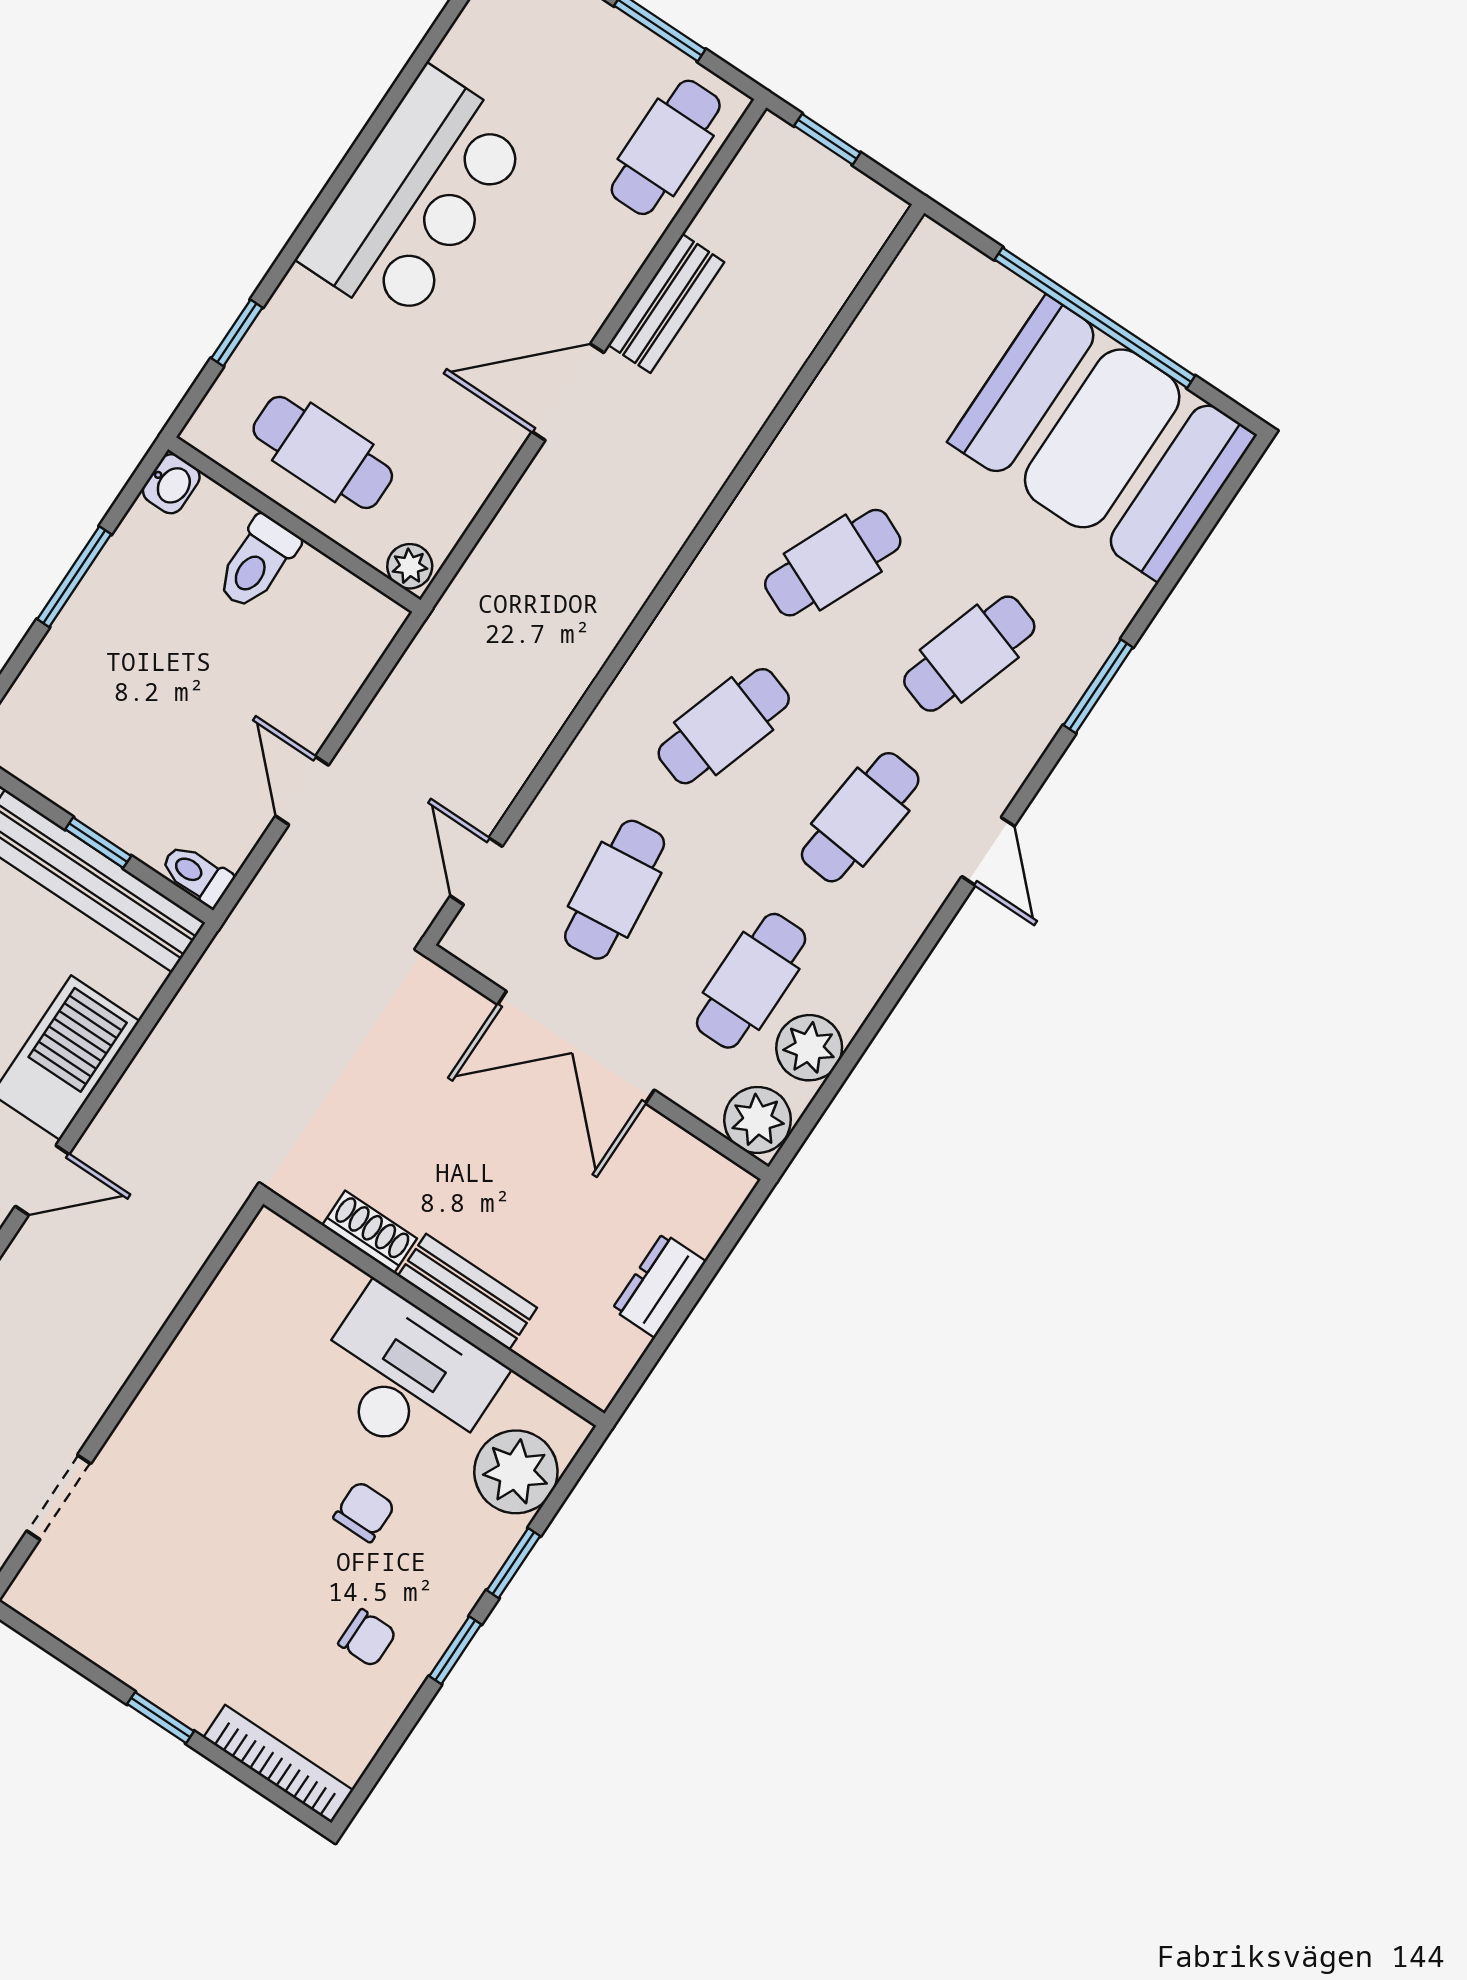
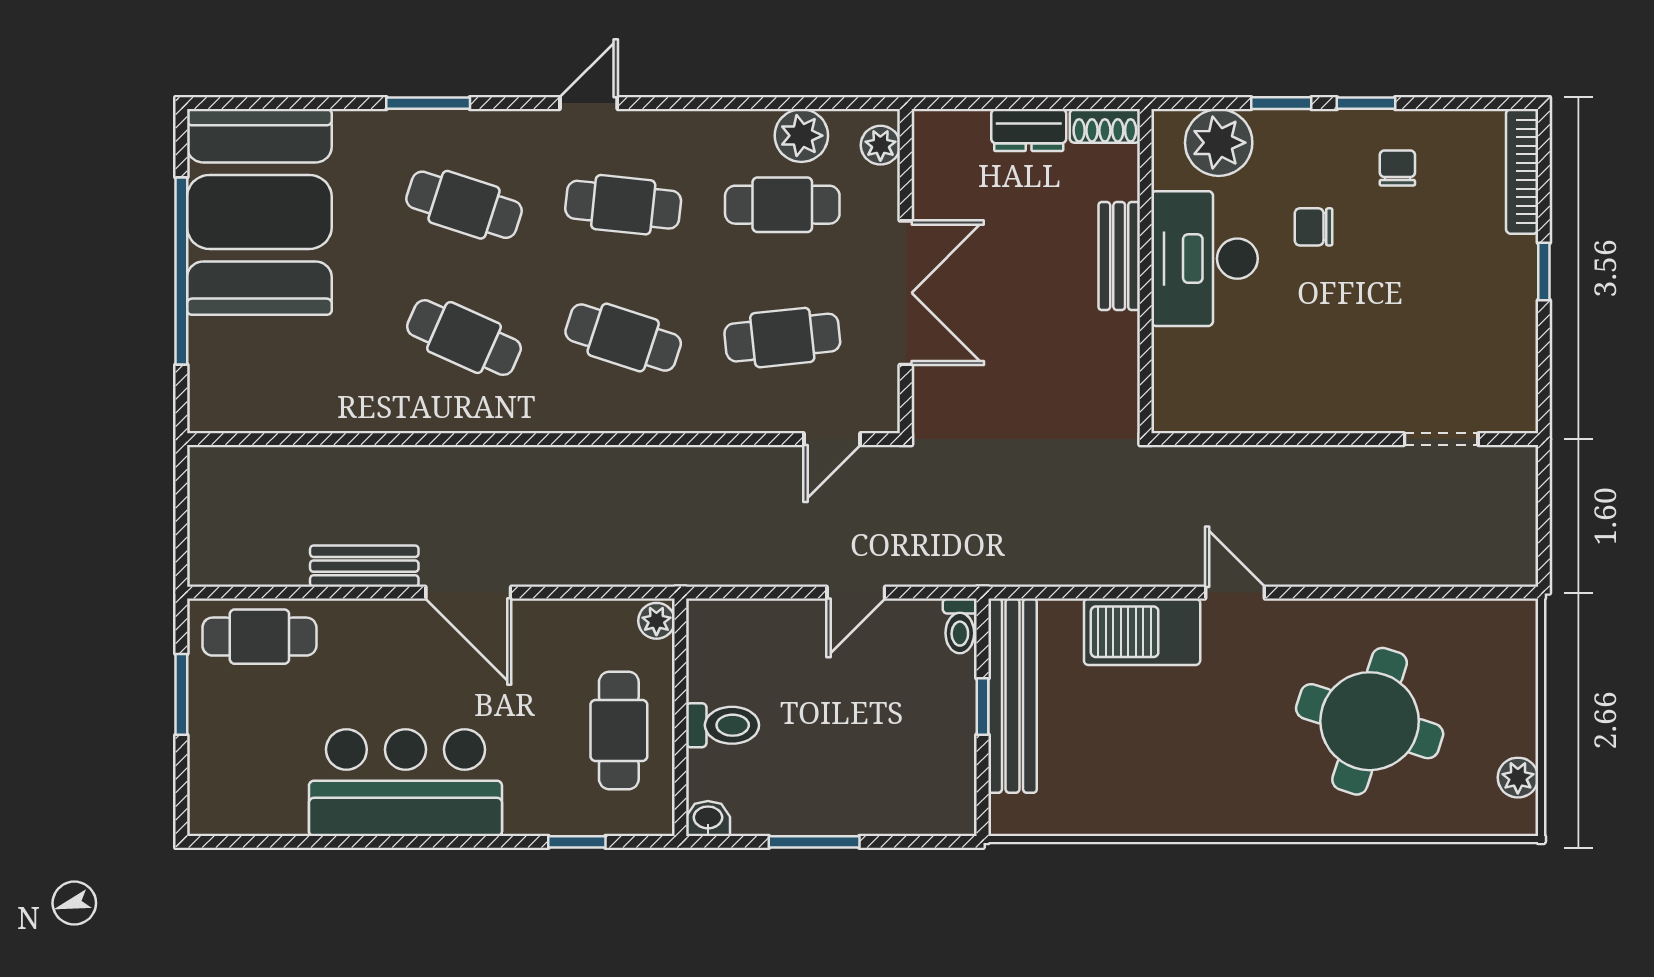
window: (827, 139) -> (181, 531), removed
plant: (758, 1120) -> (880, 145), width x0.73, depth x0.73
shoe rack: (369, 1232) -> (1105, 126), moved, turned -90

